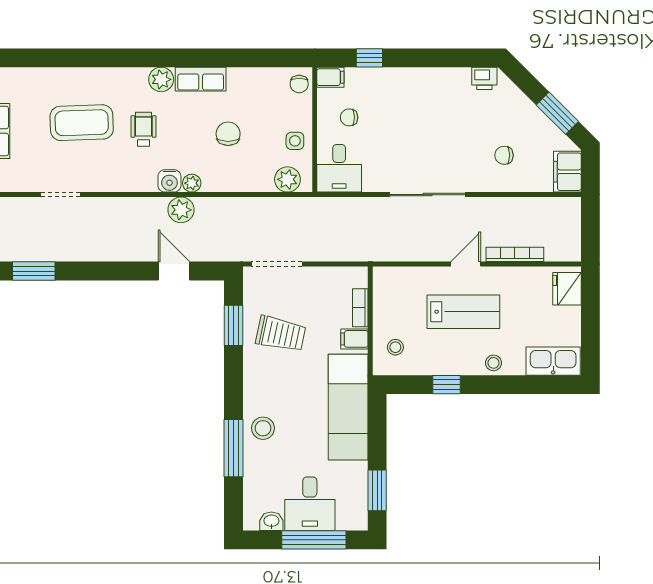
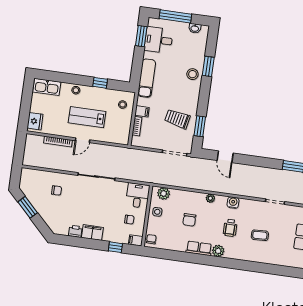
printer: (484, 78) -> (75, 231), moved
coffee table: (82, 123) -> (260, 235), width x0.54, depth x0.58
filing cabinet: (567, 172) -> (92, 233), moved, turned -90
water cooler: (169, 181) -> (233, 203), moved
plant: (181, 210) -> (217, 186), removed
exam couch: (348, 407) -> (147, 78), width x0.73, depth x0.69
window: (233, 448) -> (208, 66), width x0.69
desk: (310, 504) -> (159, 40), moved, turned -90

